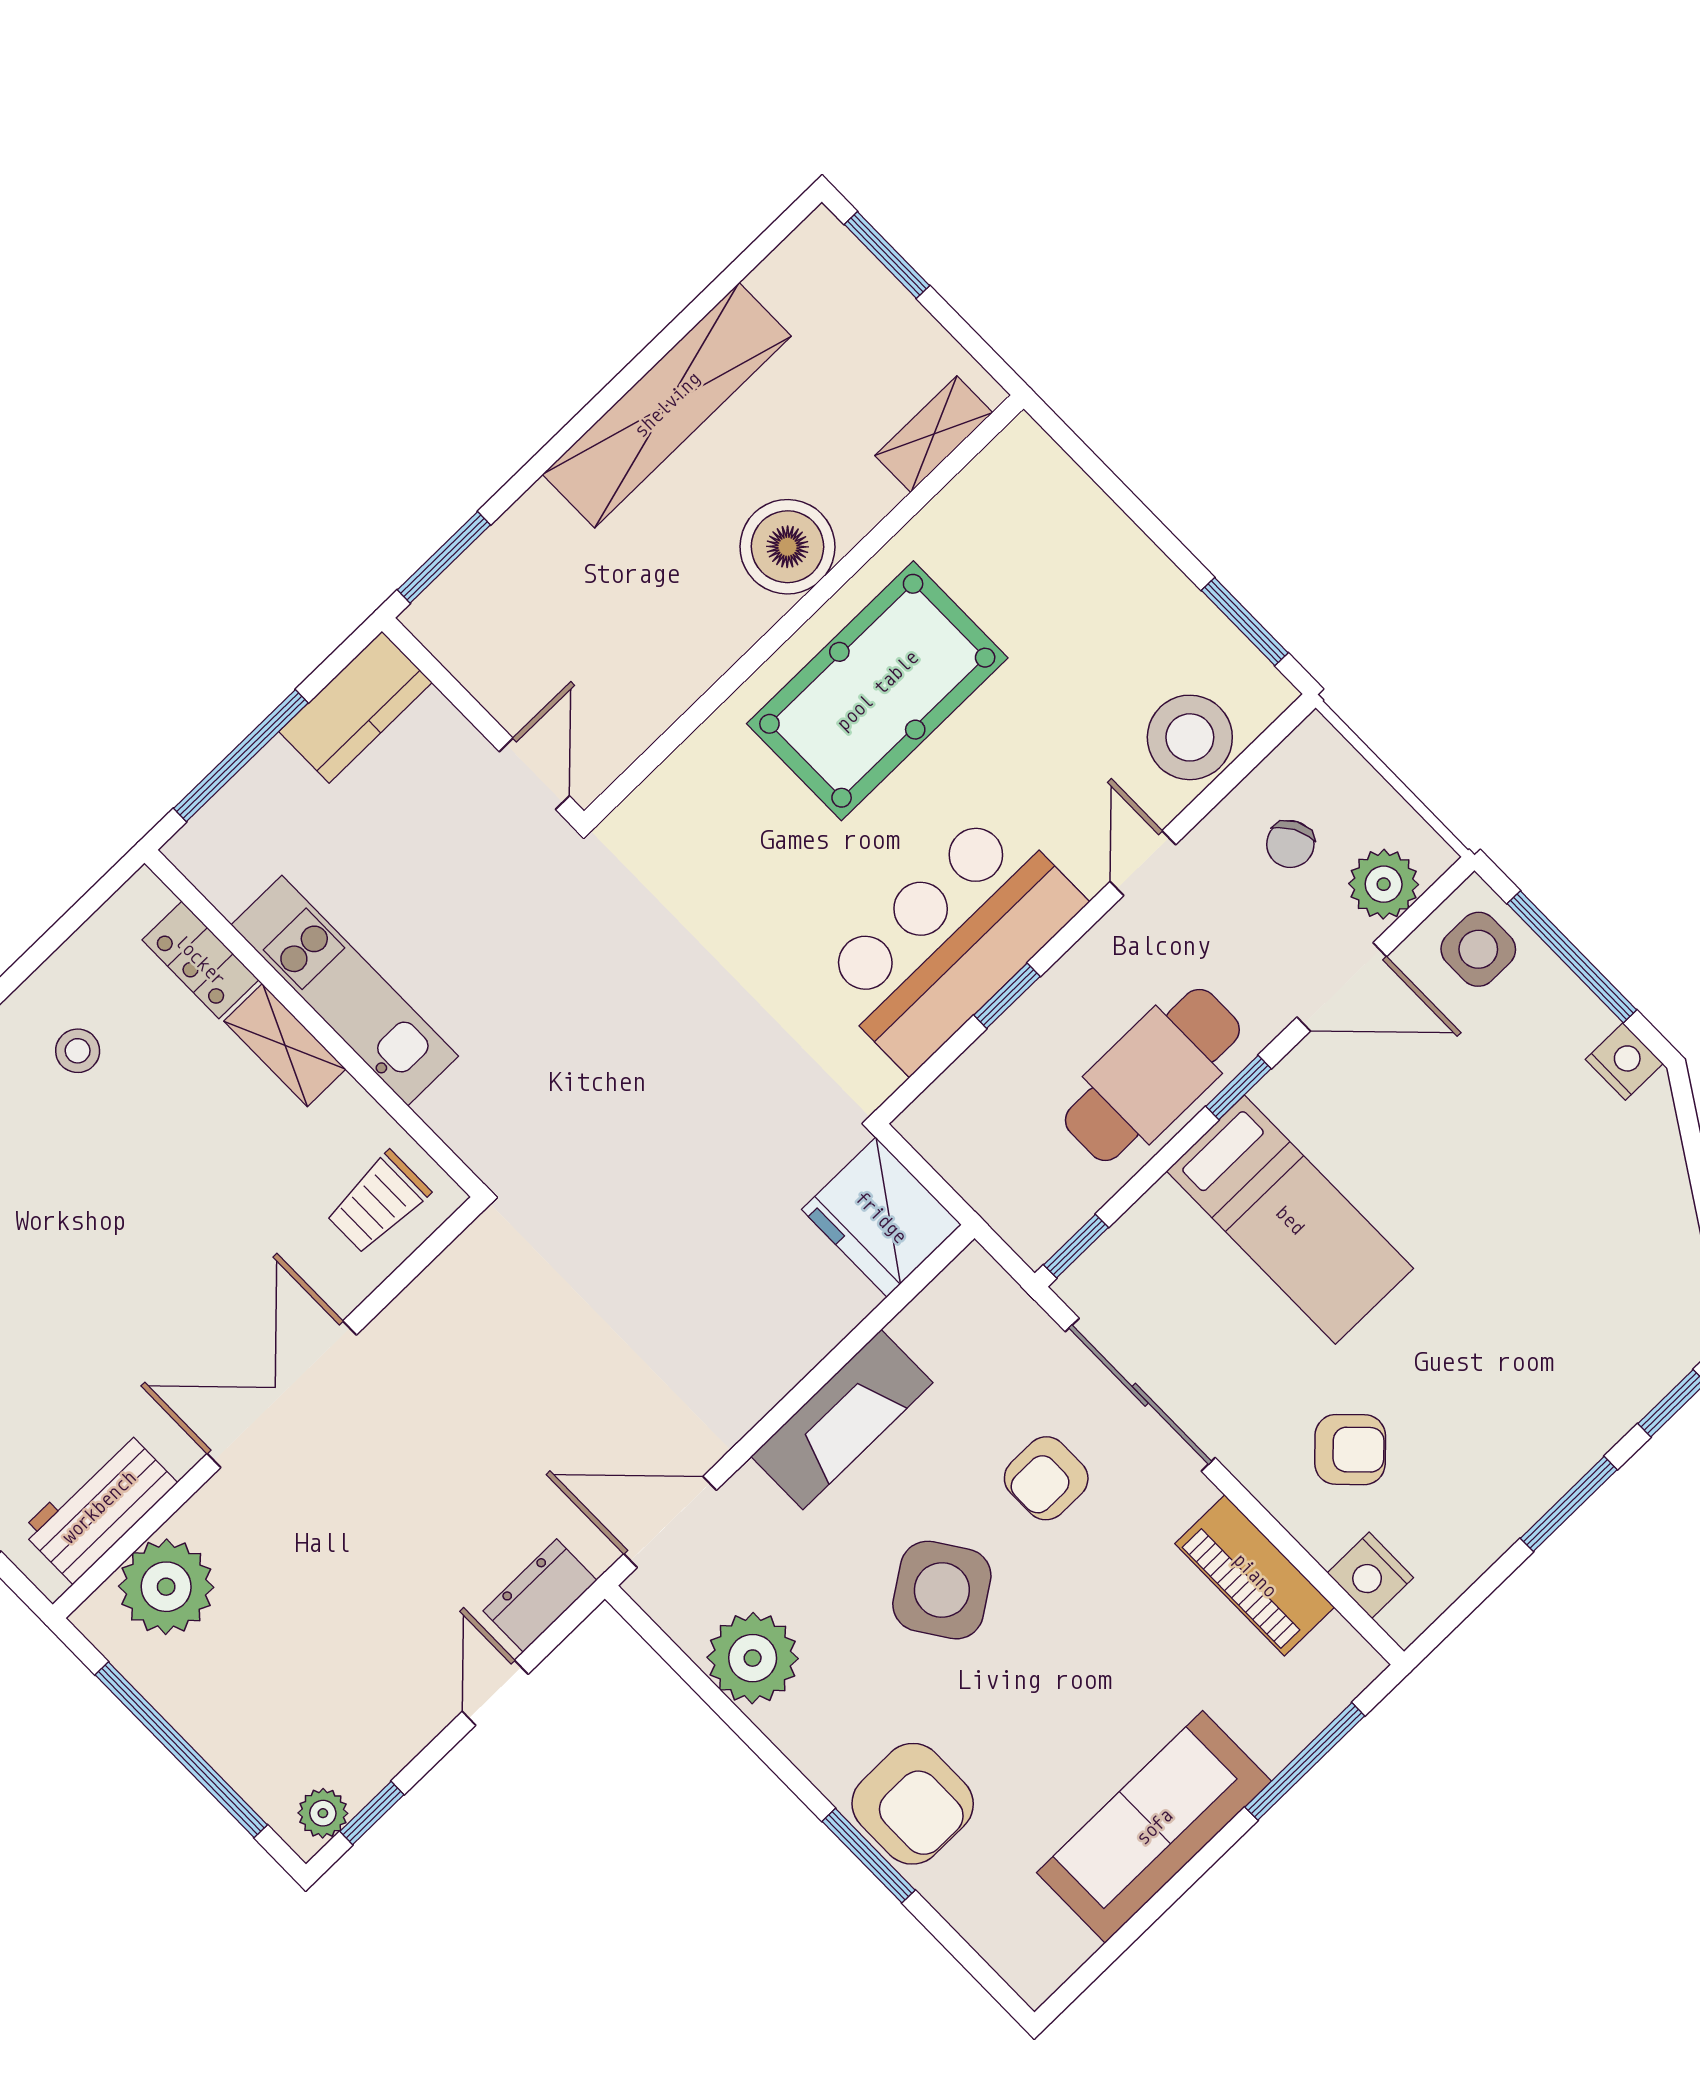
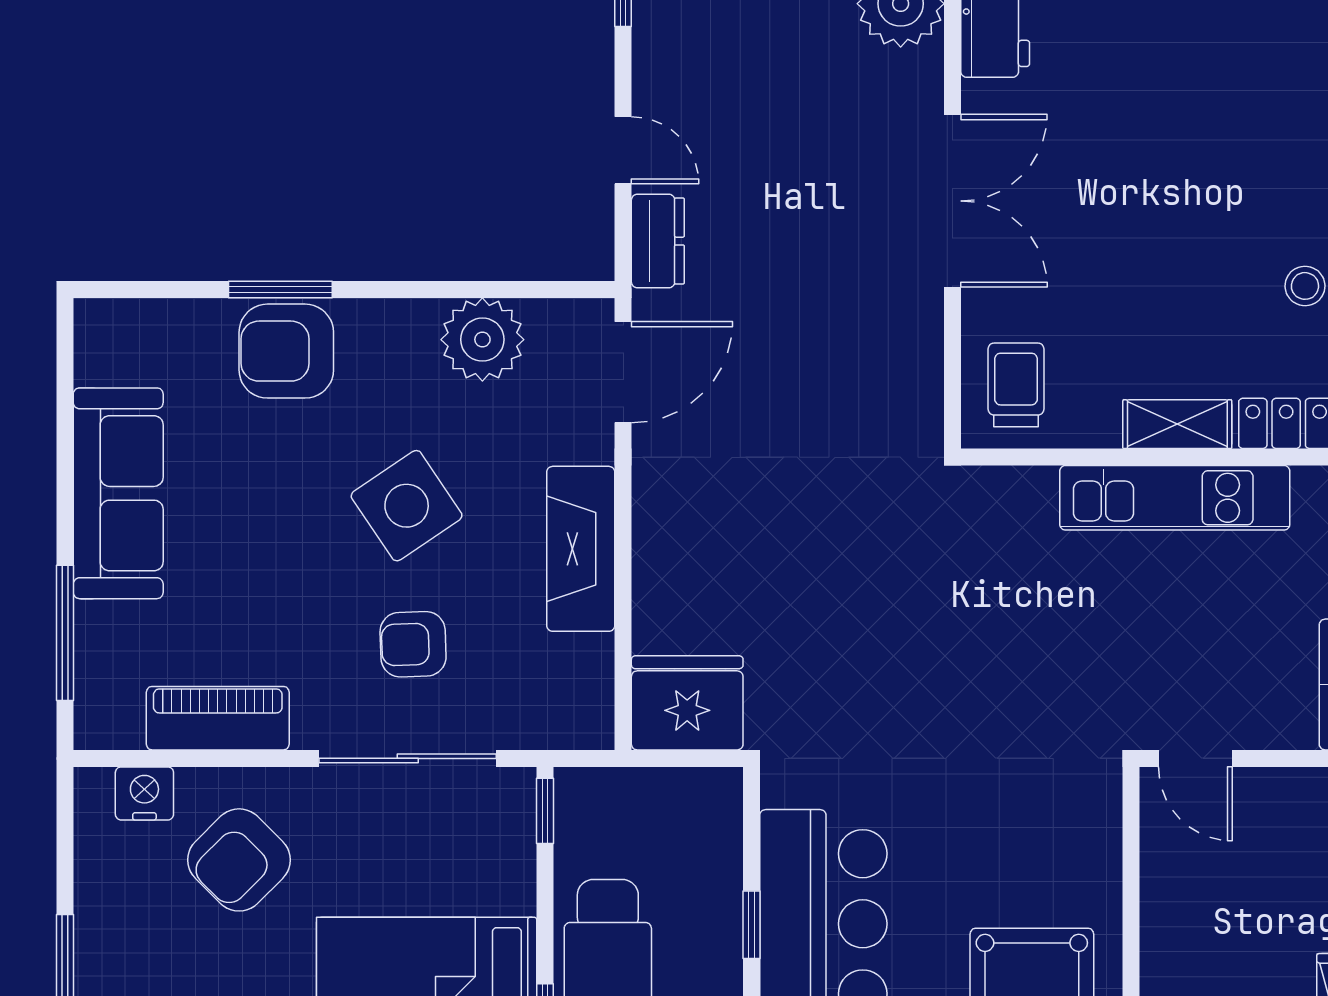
armchair: (1350, 1450) -> (239, 860), width x1.38, depth x1.38
armchair: (1046, 1478) -> (413, 644), turned -92

